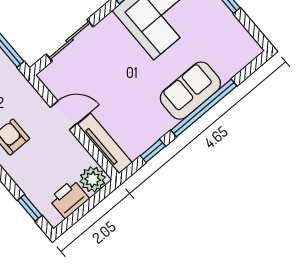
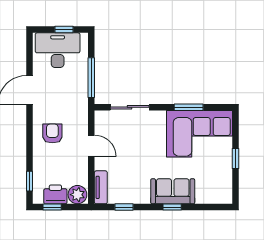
window: (204, 108) -> (172, 207), width x0.32
tv unit: (105, 144) -> (101, 187), width x0.71
window: (77, 215) -> (52, 207), added

